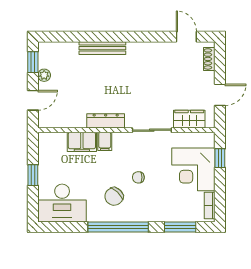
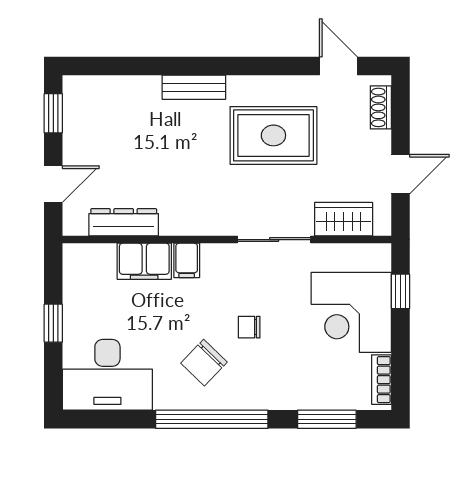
bench: (102, 48) -> (194, 87), width x0.73
rug: (151, 74) -> (273, 135), added
plant: (44, 75) -> (74, 138), removed
dresser: (106, 121) -> (124, 222), moved

